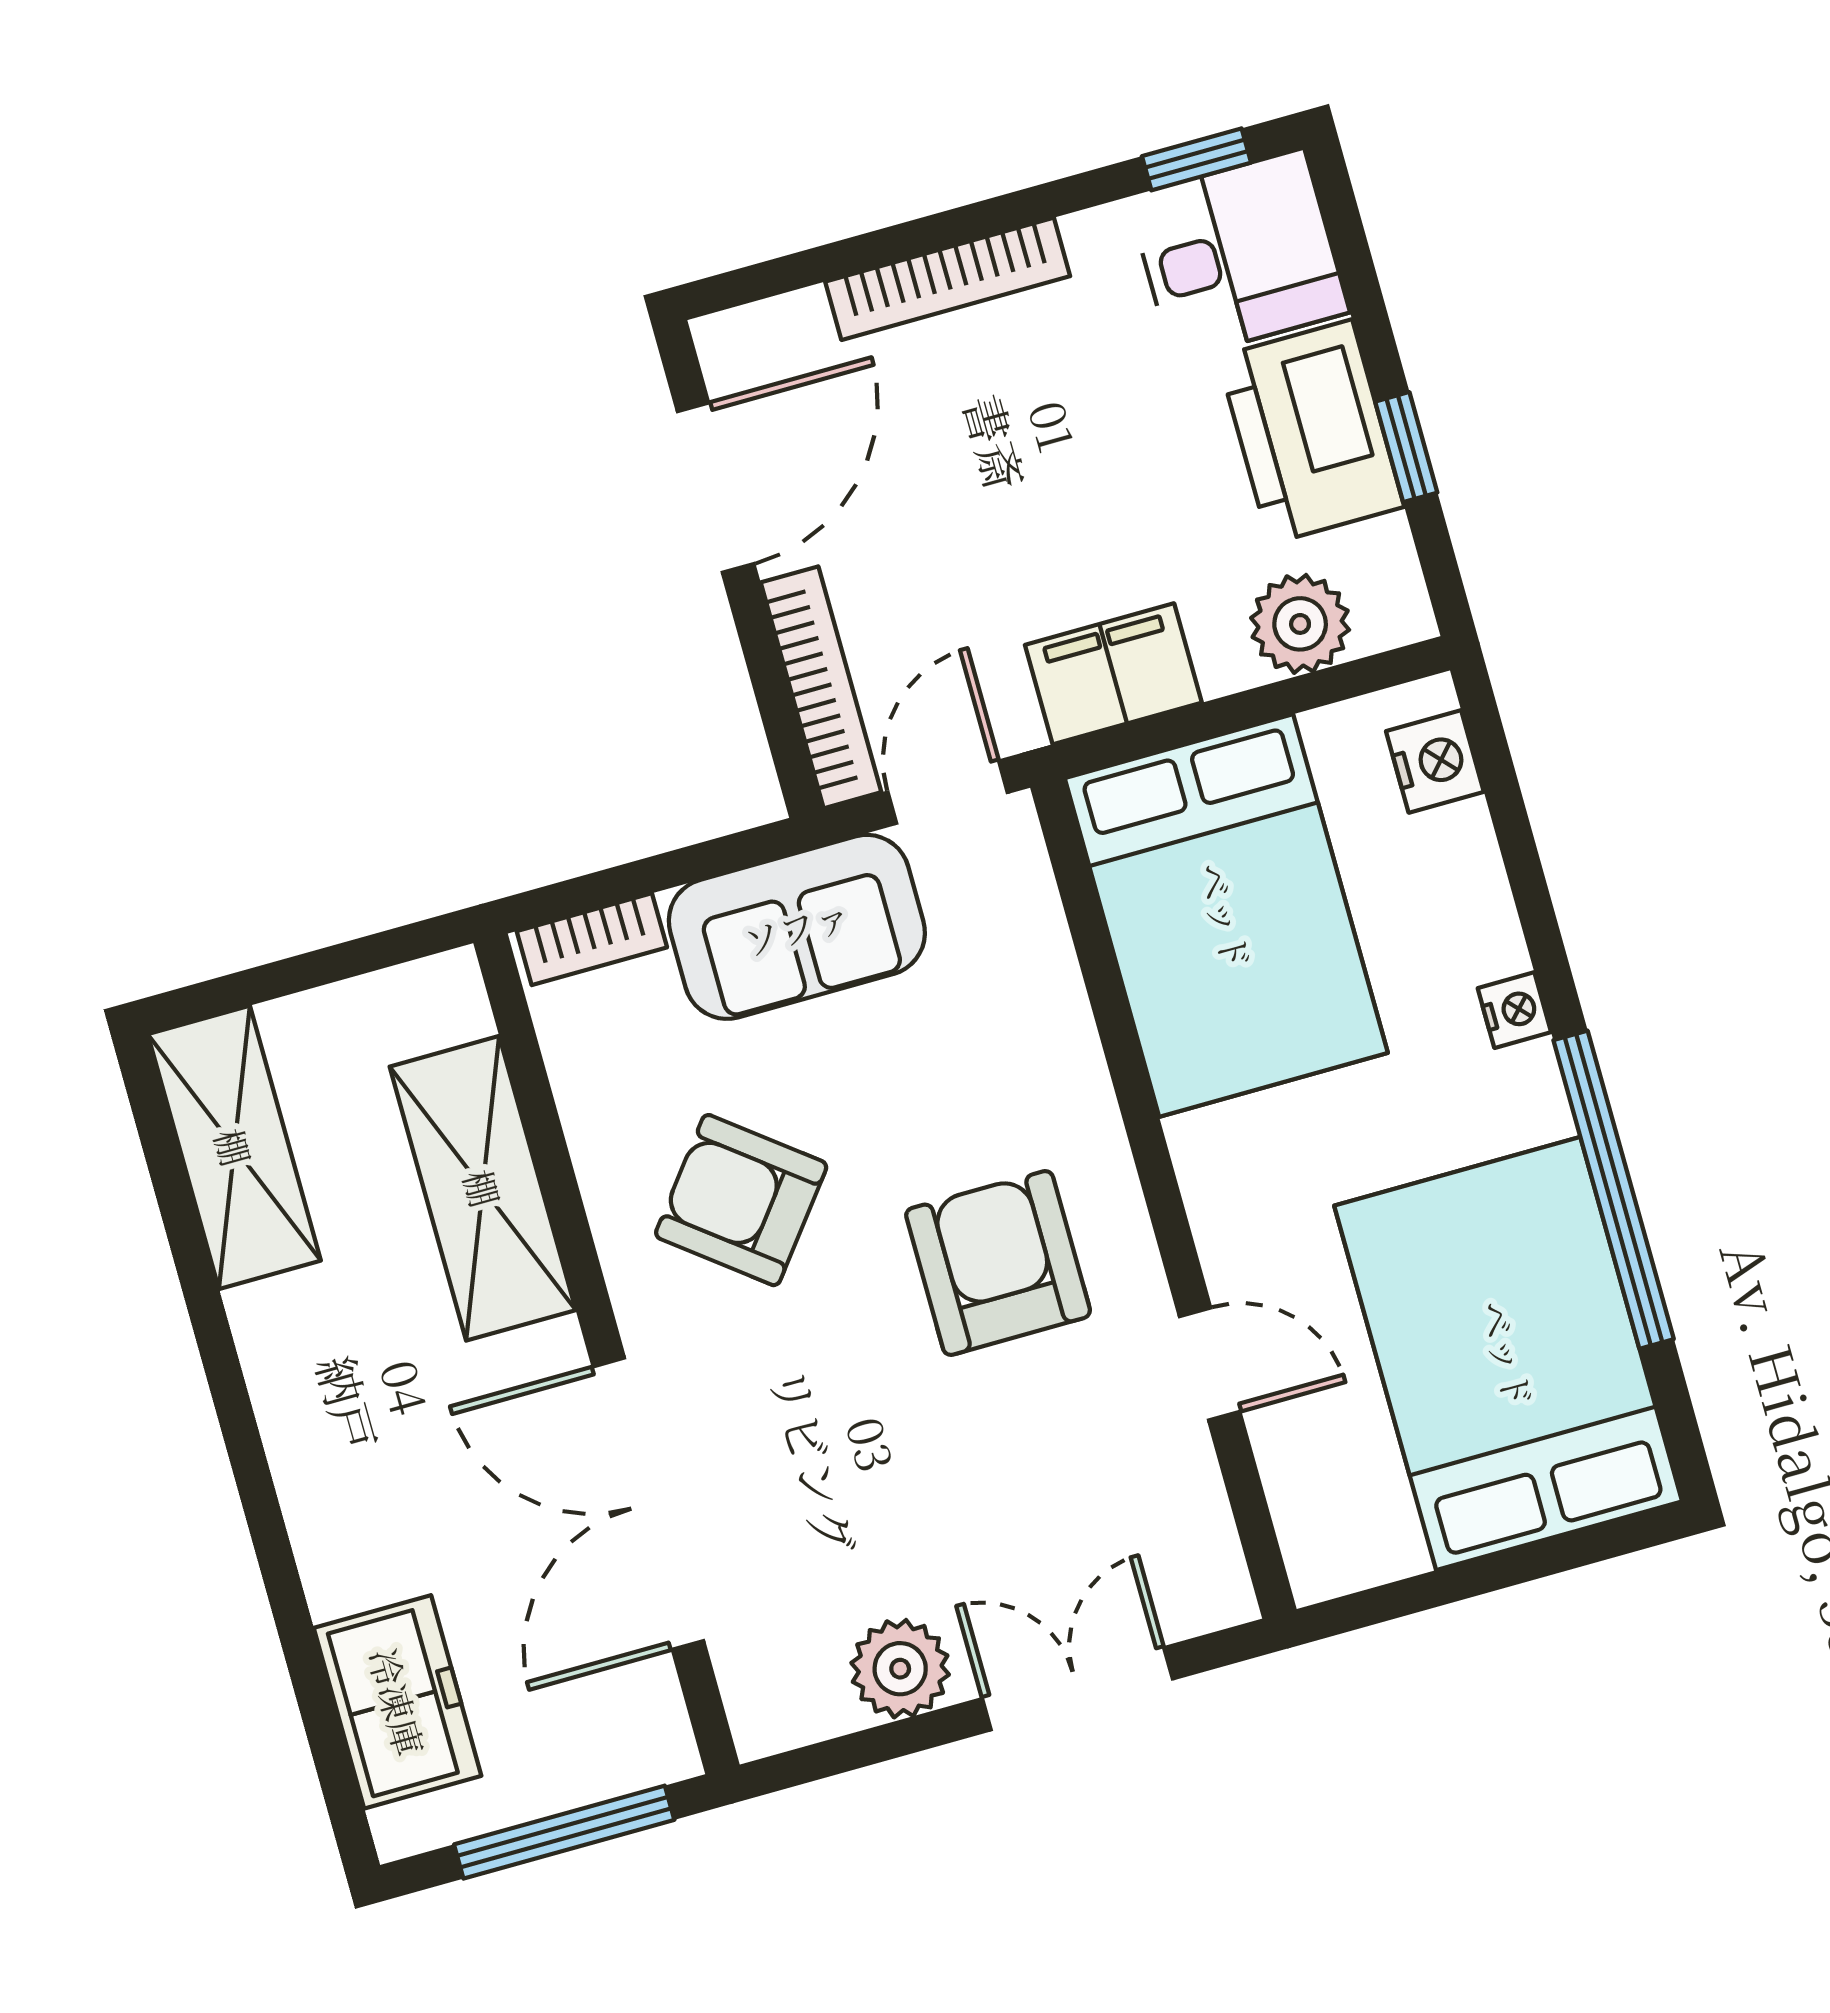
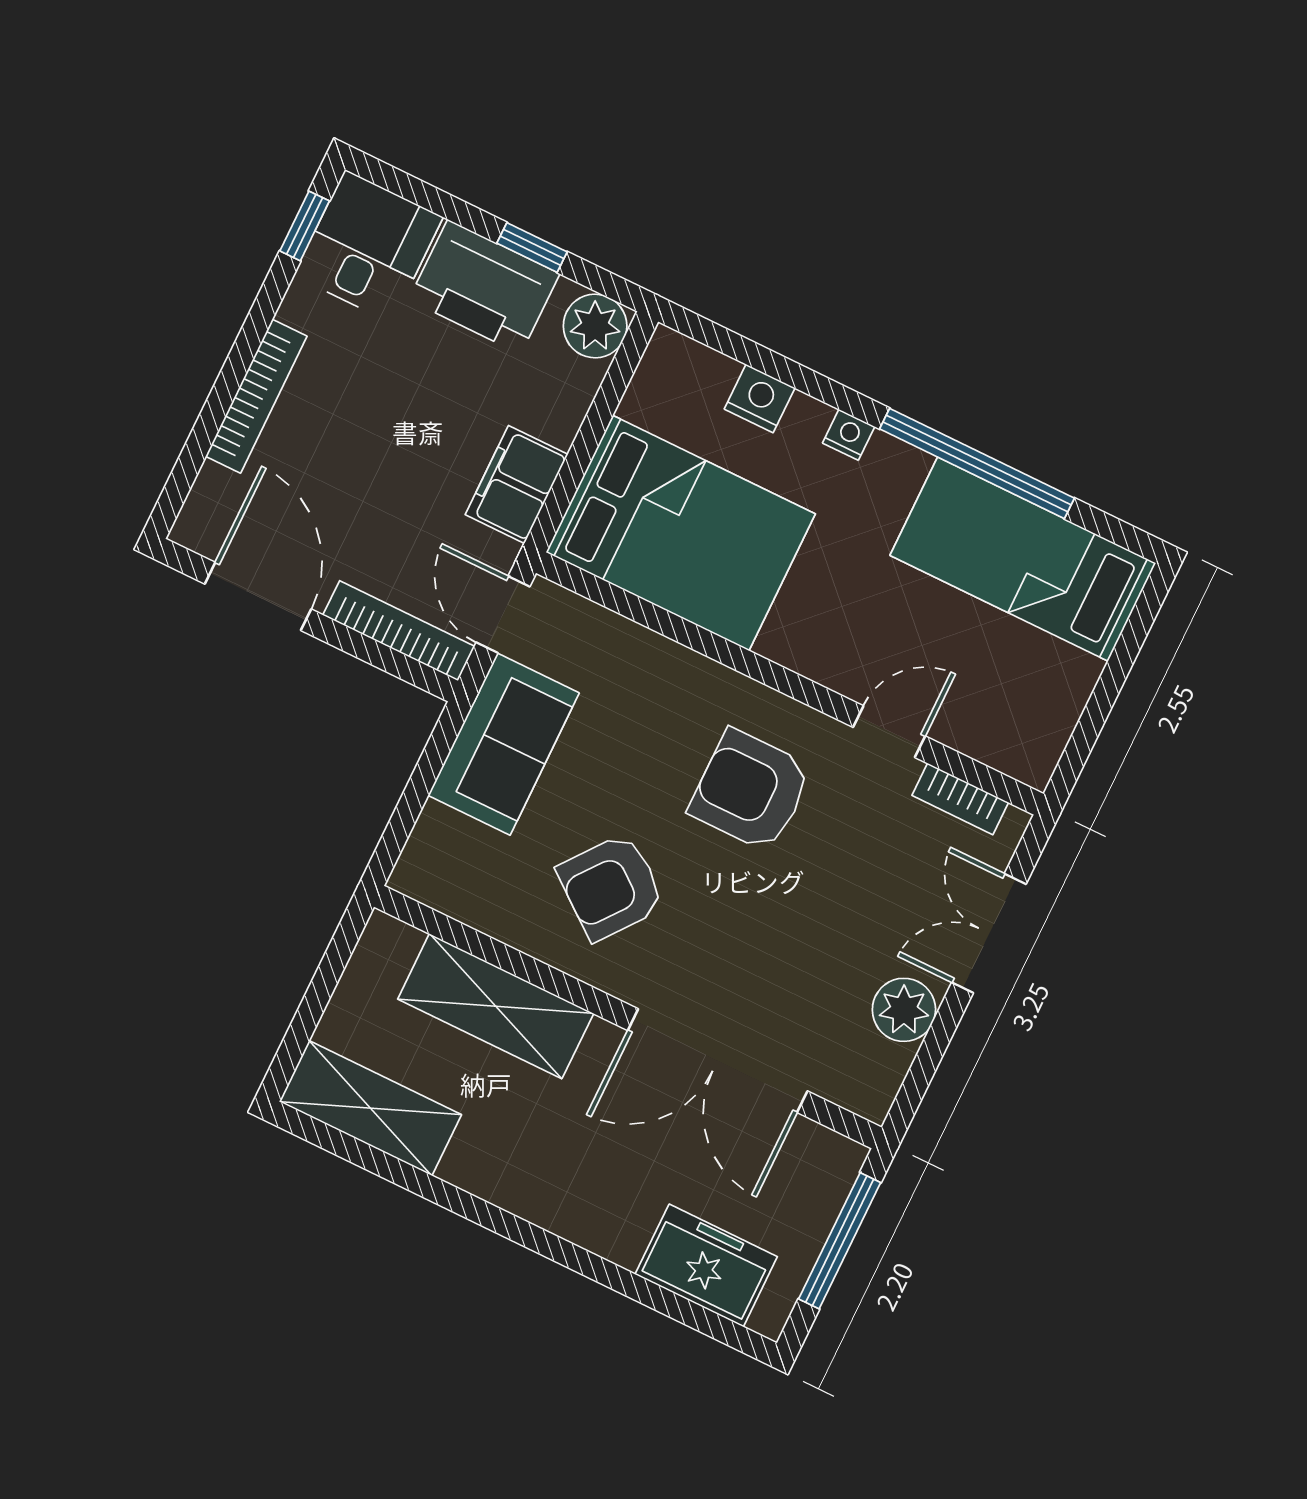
plant: (1300, 624) -> (595, 326), moved
nightstand: (1435, 761) -> (760, 398), moved
bookcase: (592, 939) -> (960, 799), moved, turned 90
bed: (1508, 1354) -> (1023, 559), width x0.67

